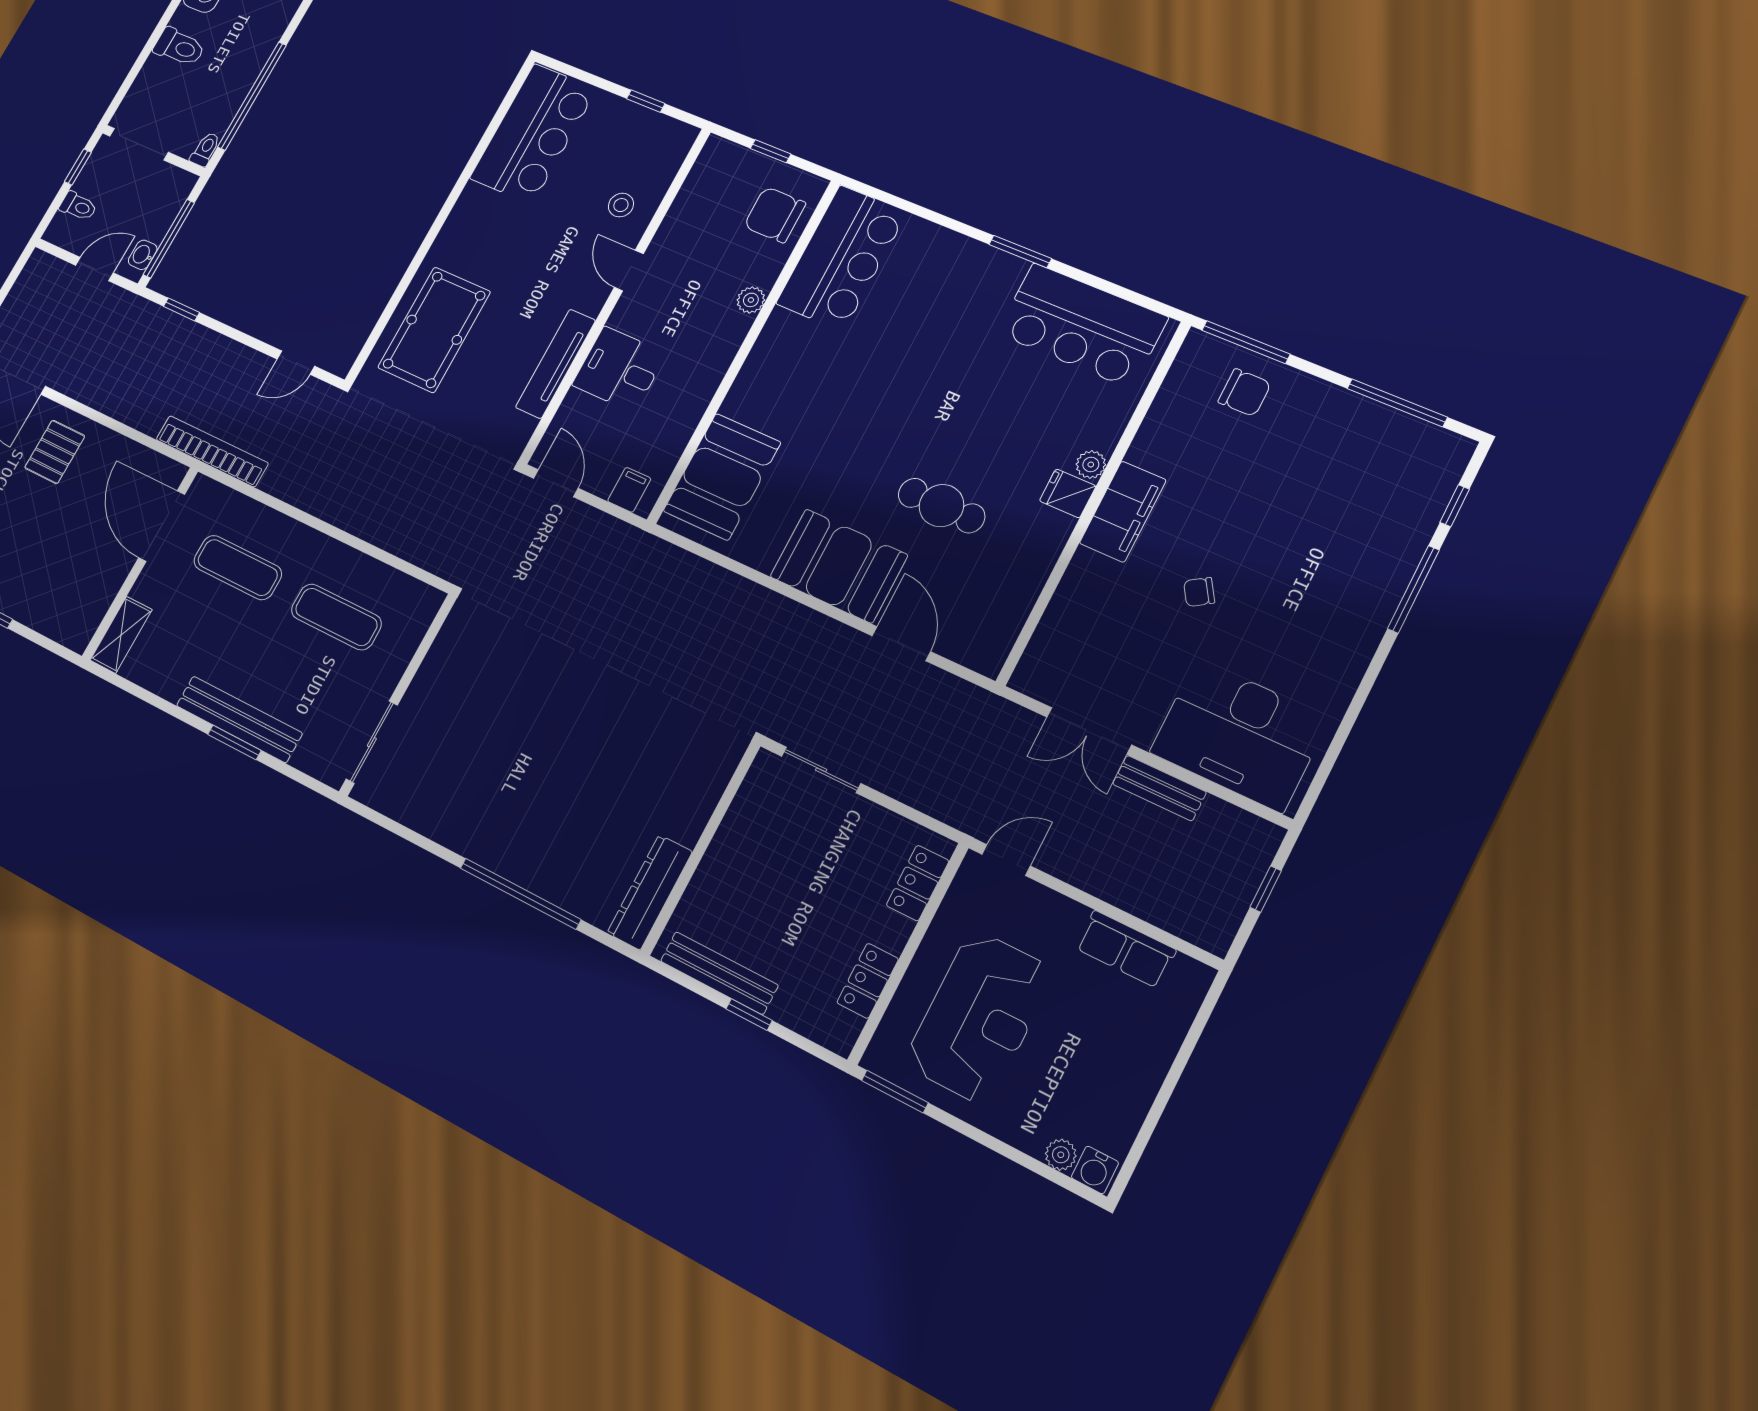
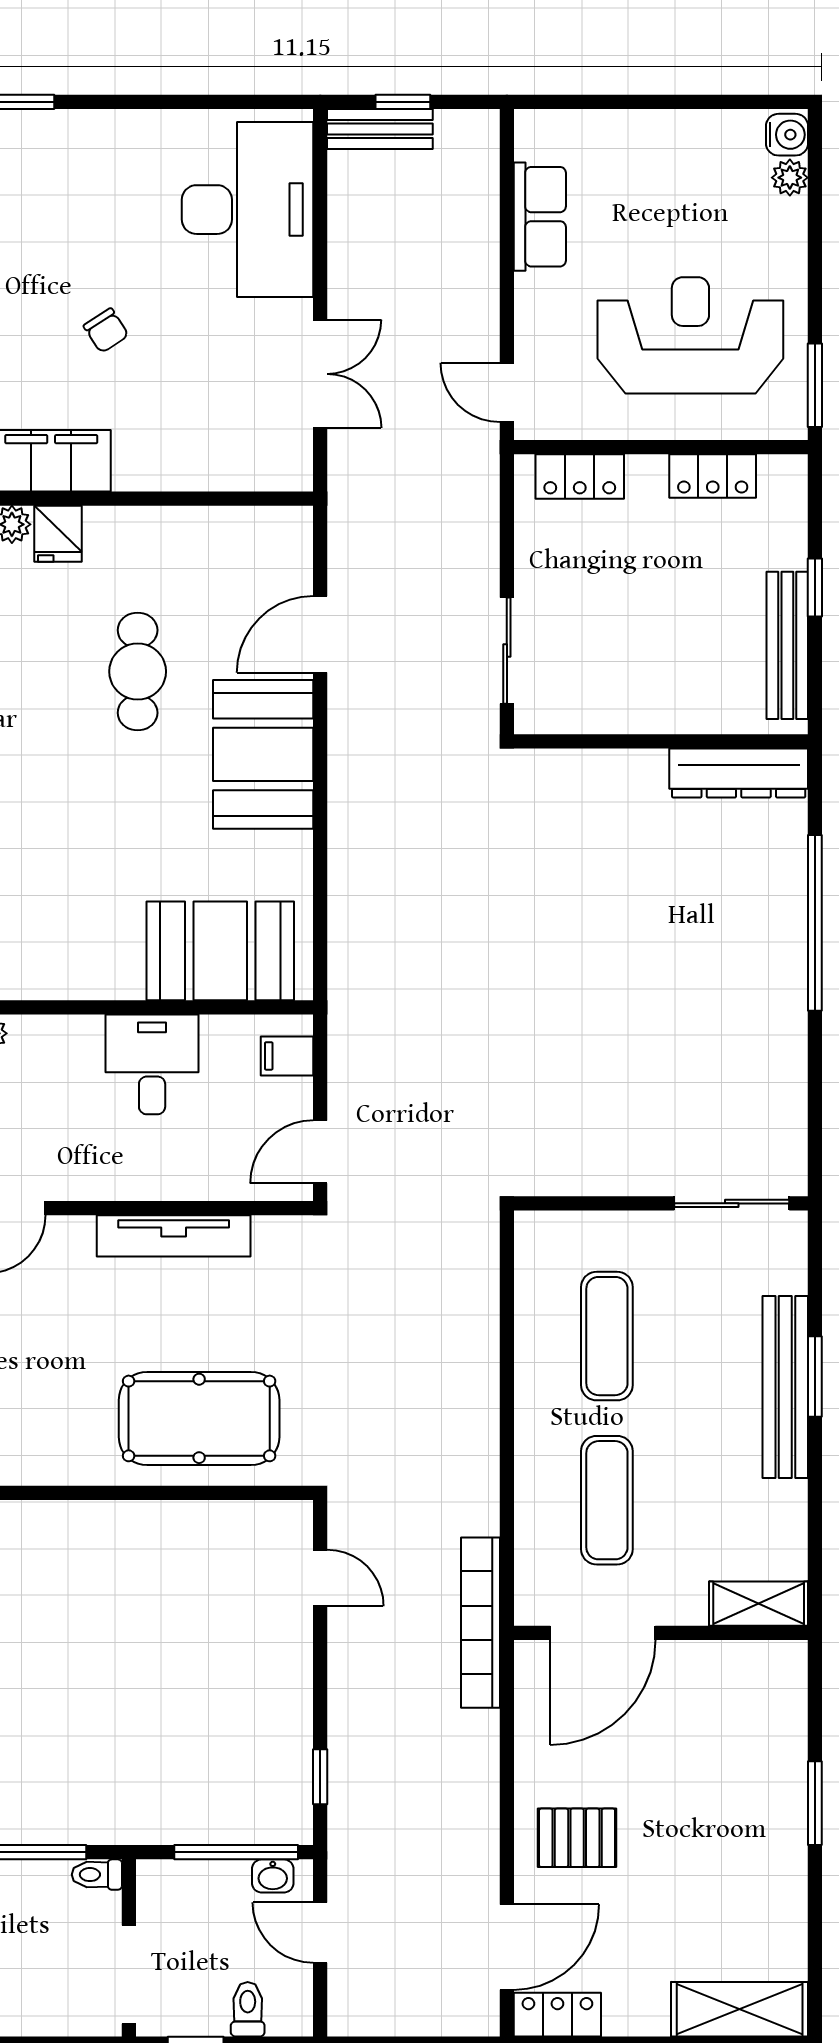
desk: (619, 369) -> (152, 1064), moved, turned 180
bench: (1159, 788) -> (380, 129), moved, turned 90

